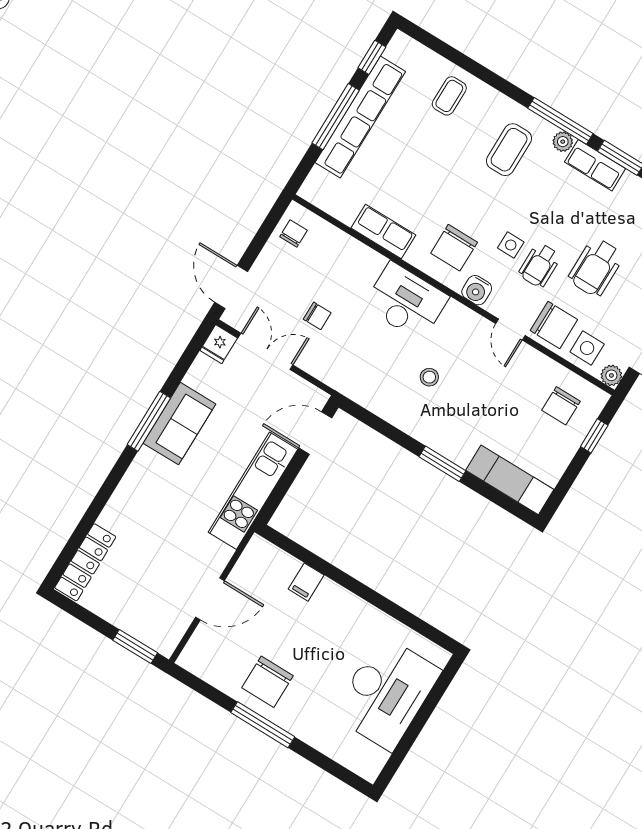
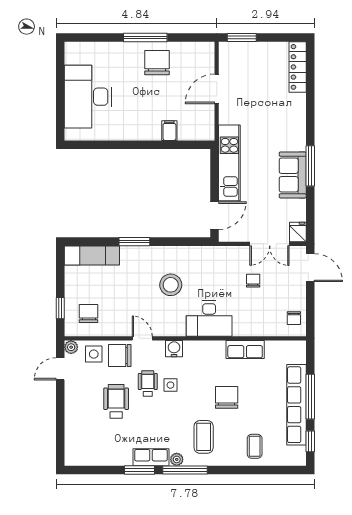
chair: (454, 248) -> (227, 397), moved
chair: (317, 316) -> (253, 281), turned 90
stool: (429, 377) -> (171, 285), width x1.89, depth x1.89

